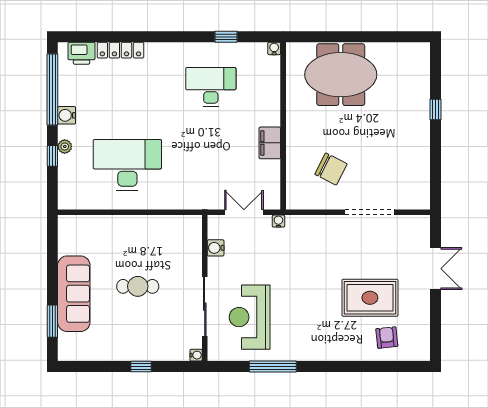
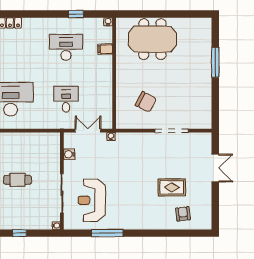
window: (435, 110) -> (215, 62), width x2.17
filing cabinet: (270, 143) -> (105, 49), moved, width x0.50
desk: (211, 165) -> (66, 99), added
rug: (370, 298) -> (172, 187), width x0.73, depth x0.70

